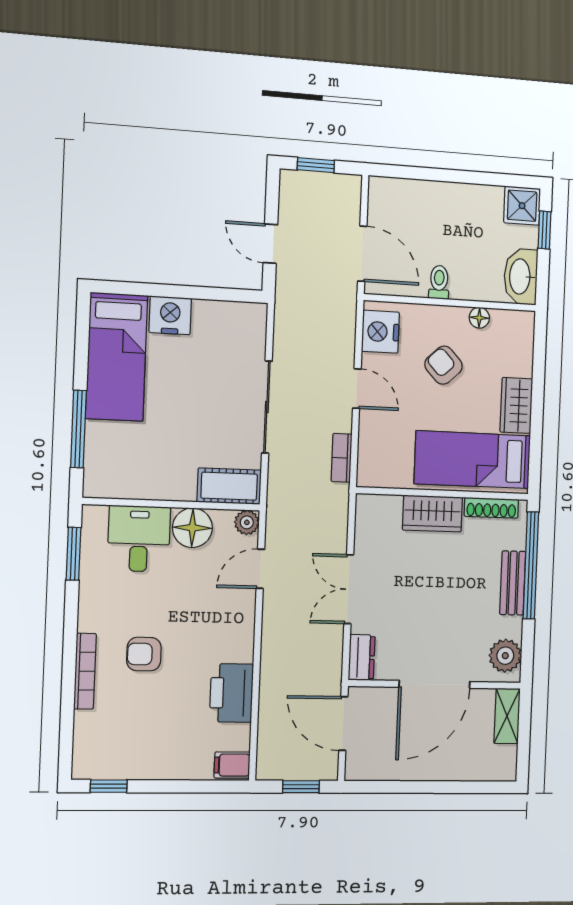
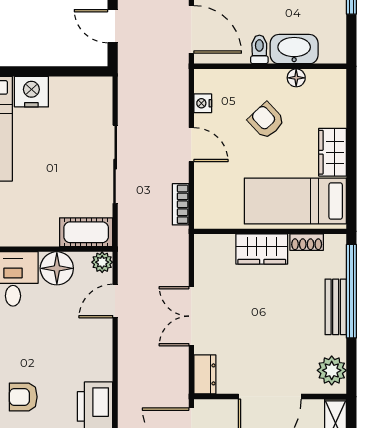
washbasin: (521, 277) -> (294, 49), moved, turned 90
nightstand: (380, 332) -> (203, 103), width x0.53, depth x0.56
shoe rack: (491, 508) -> (307, 242), width x0.70
armchair: (144, 654) -> (23, 397), moved

